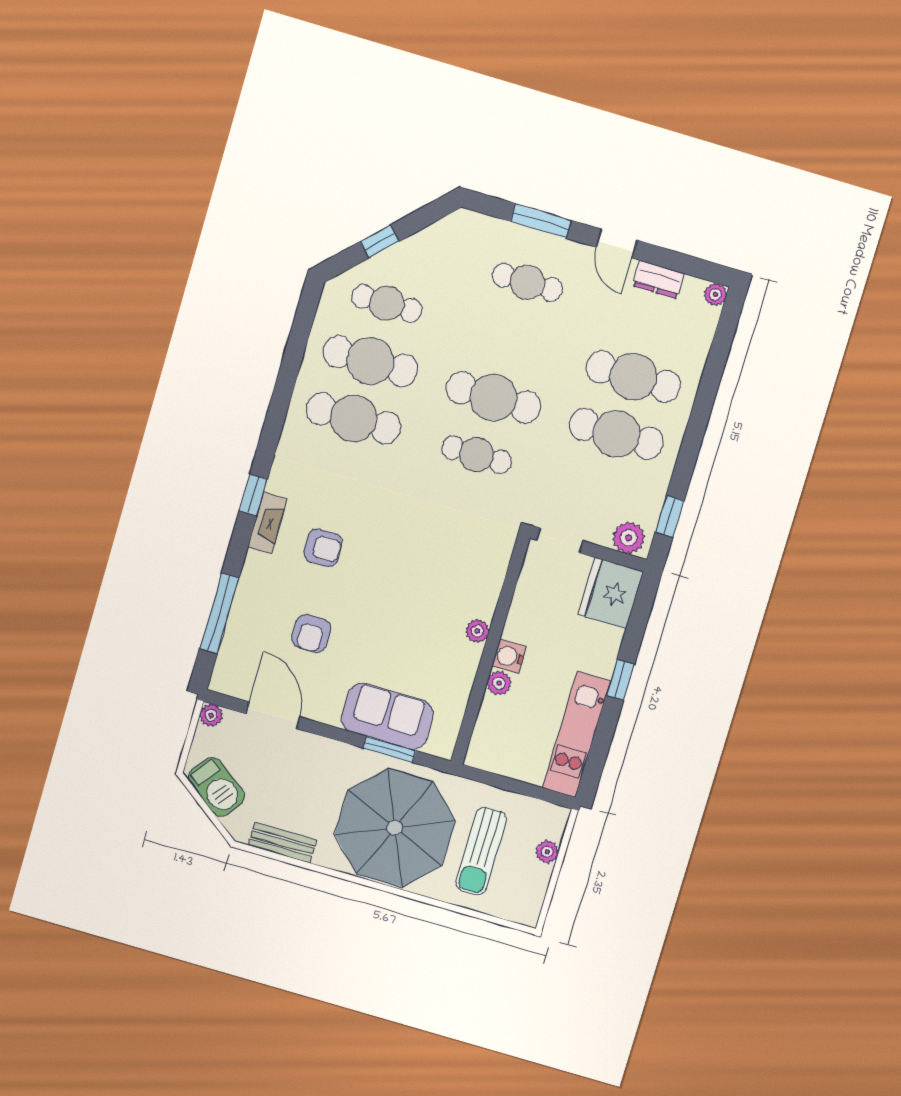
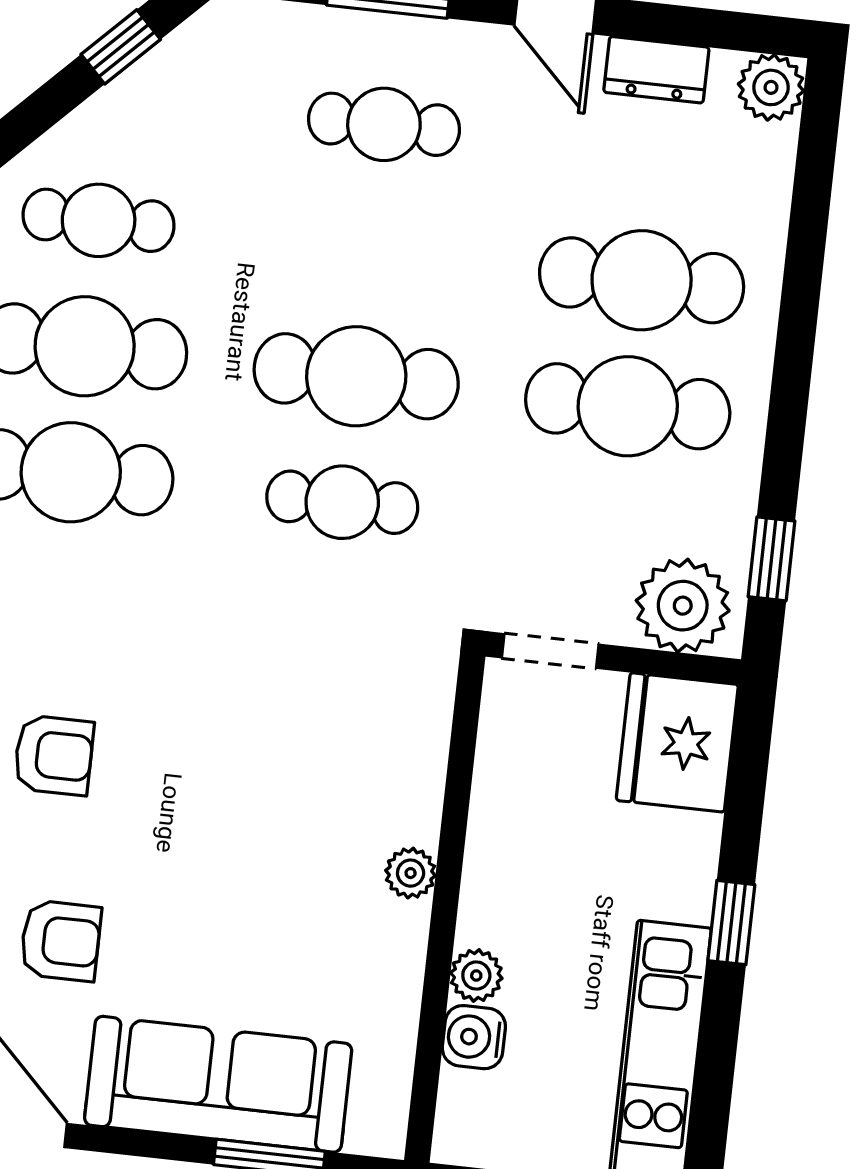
window: (380, 241) -> (121, 47), moved
plant: (715, 294) -> (771, 87), width x1.38, depth x1.38
plant: (629, 538) -> (683, 606), width x1.36, depth x1.36
armchair: (311, 633) -> (61, 941), turned -90
water cooler: (509, 656) -> (474, 1037), moved
sofa: (387, 716) -> (218, 1084), width x1.36

